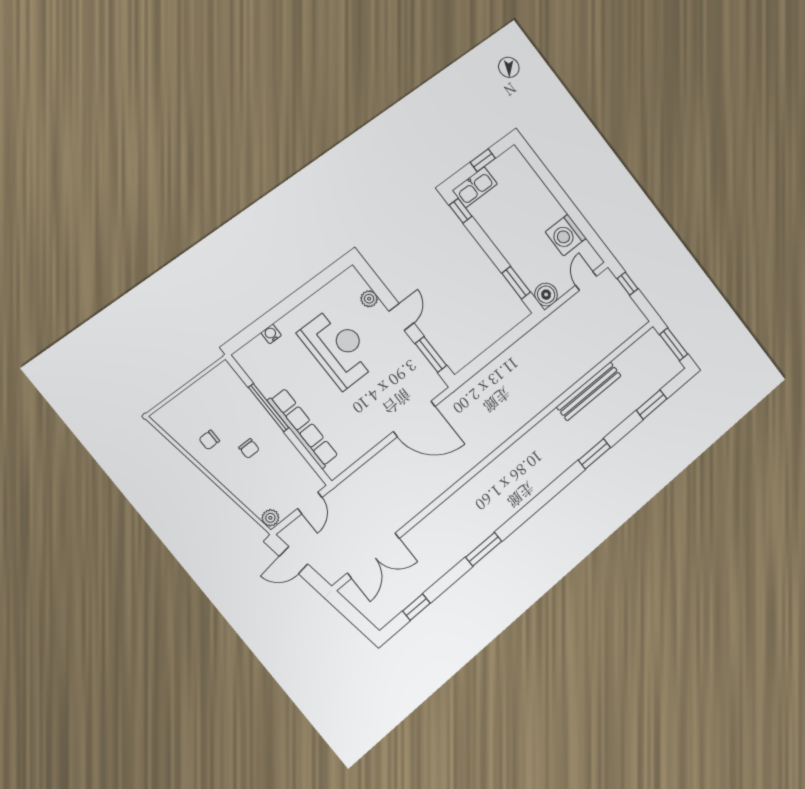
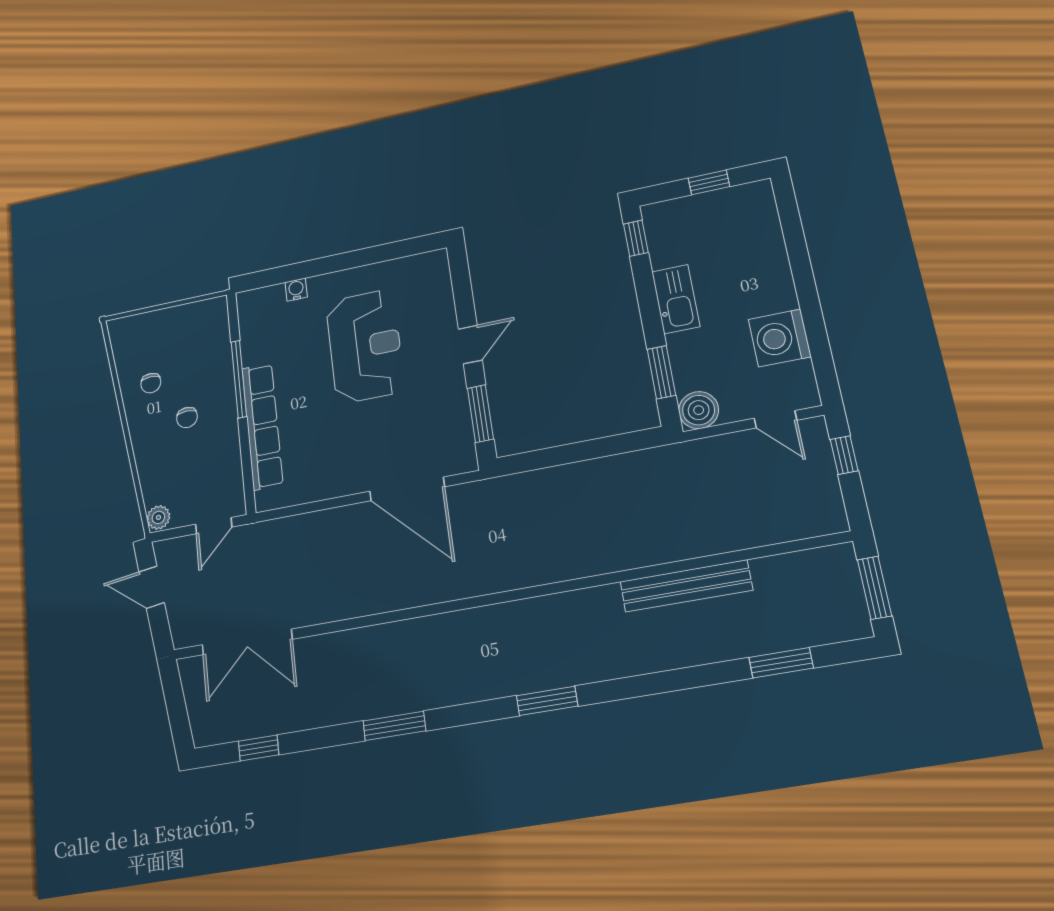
kitchen sink: (475, 187) -> (676, 299), moved, turned -90
door: (586, 281) -> (776, 419), swing flipped
plant: (369, 299) -> (442, 301), removed
chair: (209, 440) -> (151, 383), turned -90
window: (594, 454) -> (547, 701), moved

